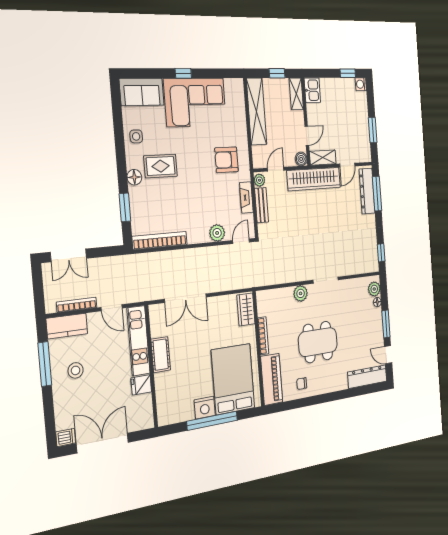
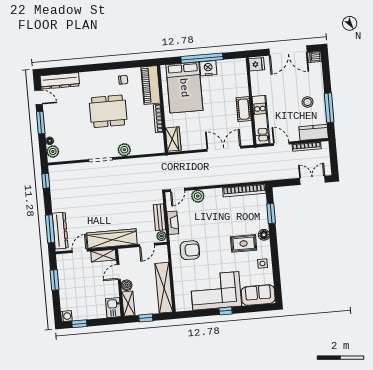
boiler: (301, 159) -> (126, 285), moved
fridge: (141, 385) -> (257, 64), moved

